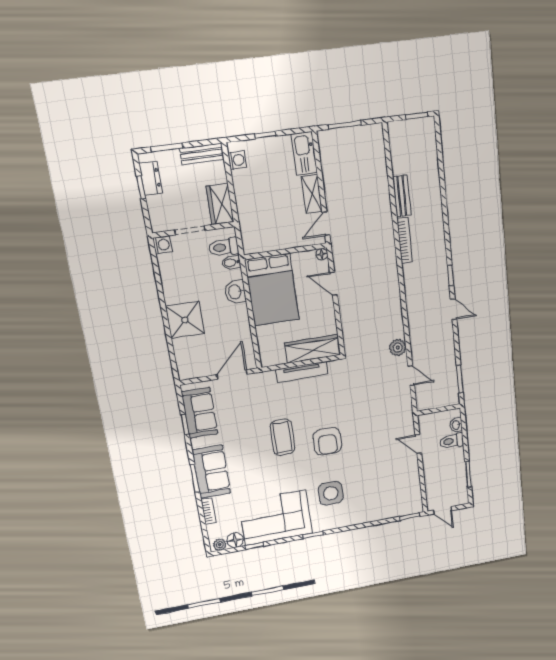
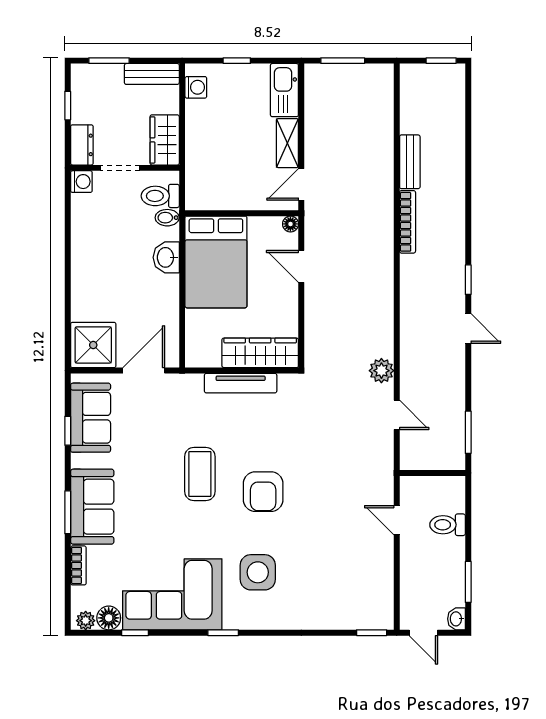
dresser: (151, 178) -> (82, 145), moved
shower: (185, 320) -> (93, 345), moved
washbasin: (456, 425) -> (456, 619), moved

